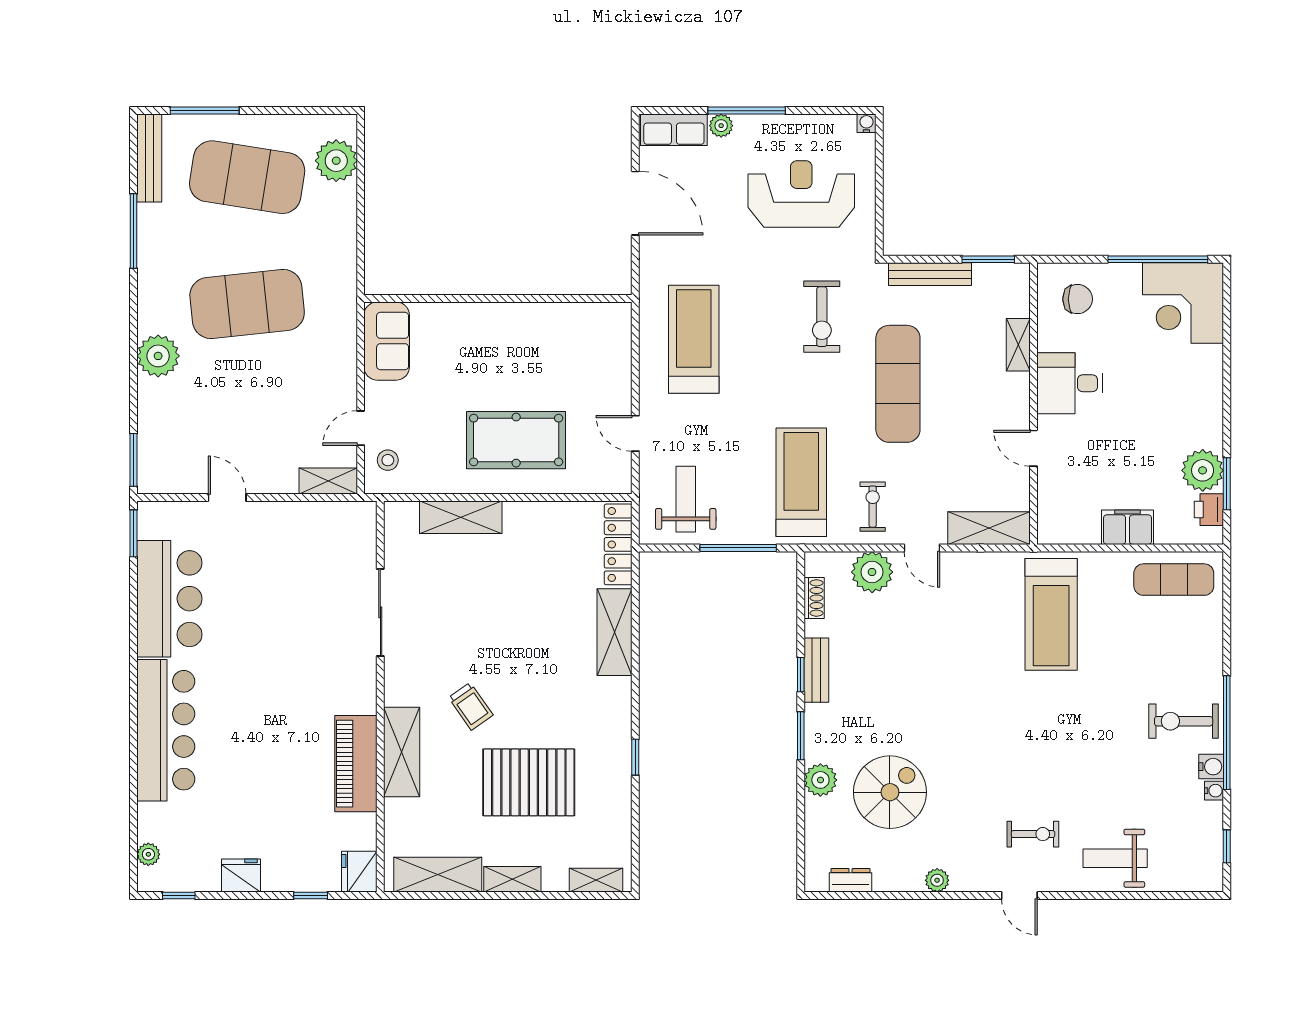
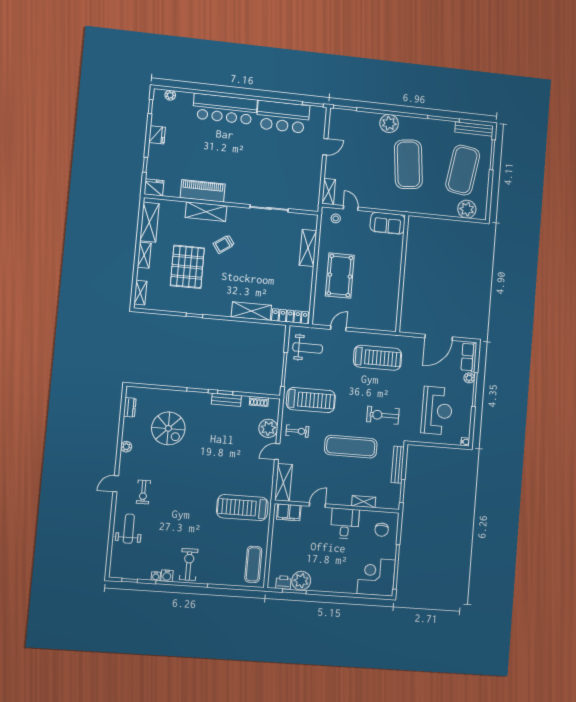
filing cabinet: (1127, 527) -> (289, 512), moved, turned 90
plant: (820, 780) -> (177, 398), removed

